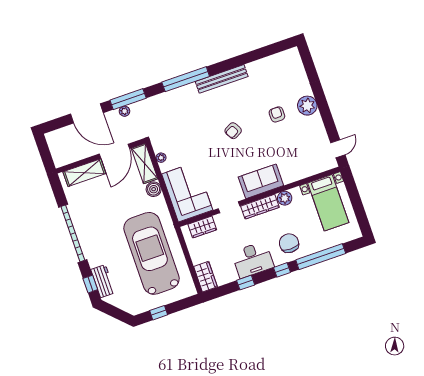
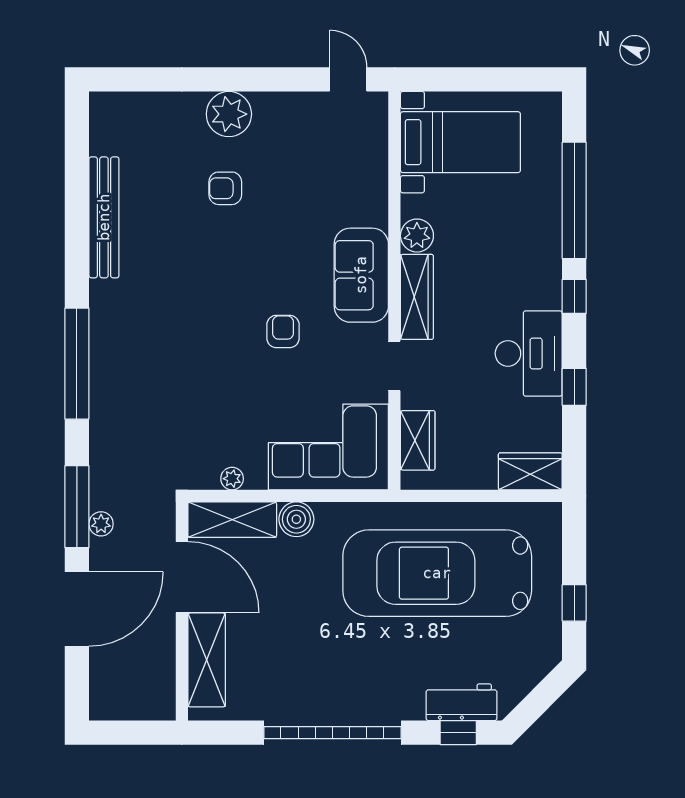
bench: (222, 79) -> (104, 217), moved
armchair: (233, 131) -> (283, 331), moved, turned -151
chair: (289, 243) -> (520, 260), removed

